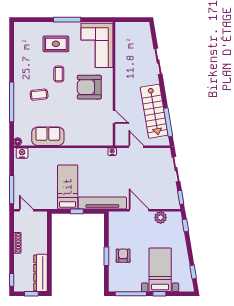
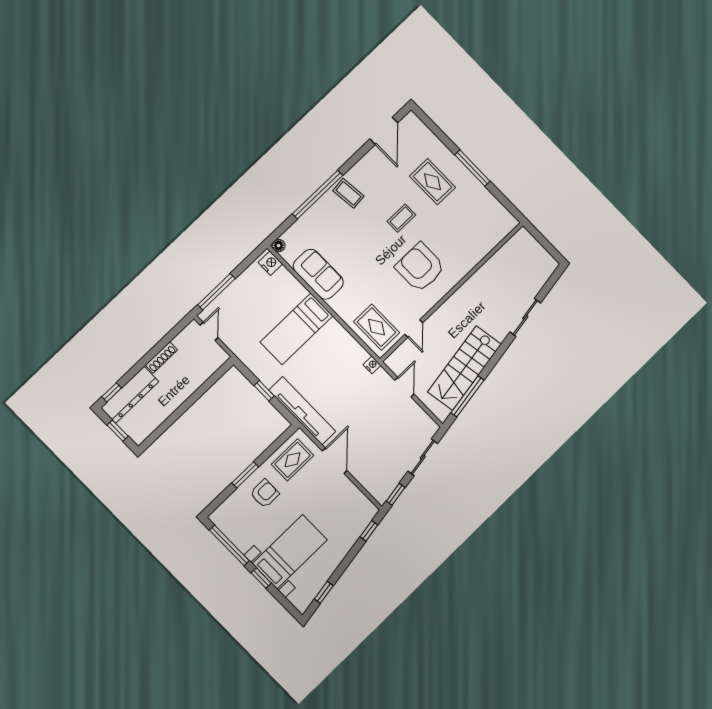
door: (12, 44) -> (384, 131), added
corner sofa: (97, 45) -> (476, 230), removed
coffee table: (39, 95) -> (348, 193), moved
rug: (97, 133) -> (376, 327), added
bed: (68, 187) -> (296, 329), moved, turned 180
plant: (161, 217) -> (350, 494), removed
rug: (120, 229) -> (292, 460), added
dresser: (41, 273) -> (130, 395), moved, turned 180

